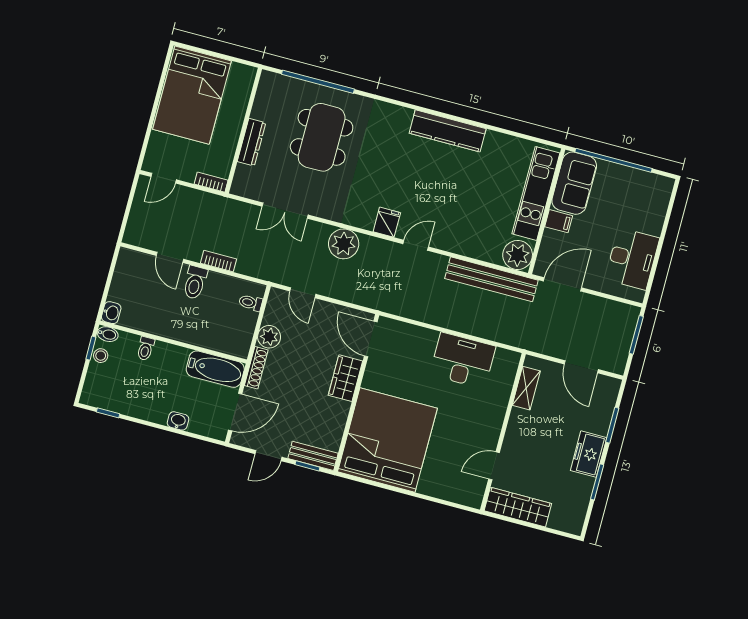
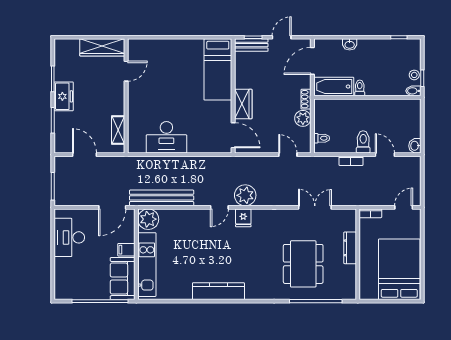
plant: (344, 244) -> (245, 195), moved
washbasin: (111, 313) -> (415, 146), moved
toilet: (146, 349) -> (360, 88), moved
shoe rack: (256, 368) -> (306, 99), width x0.70
bed: (387, 440) -> (218, 69), width x0.49

